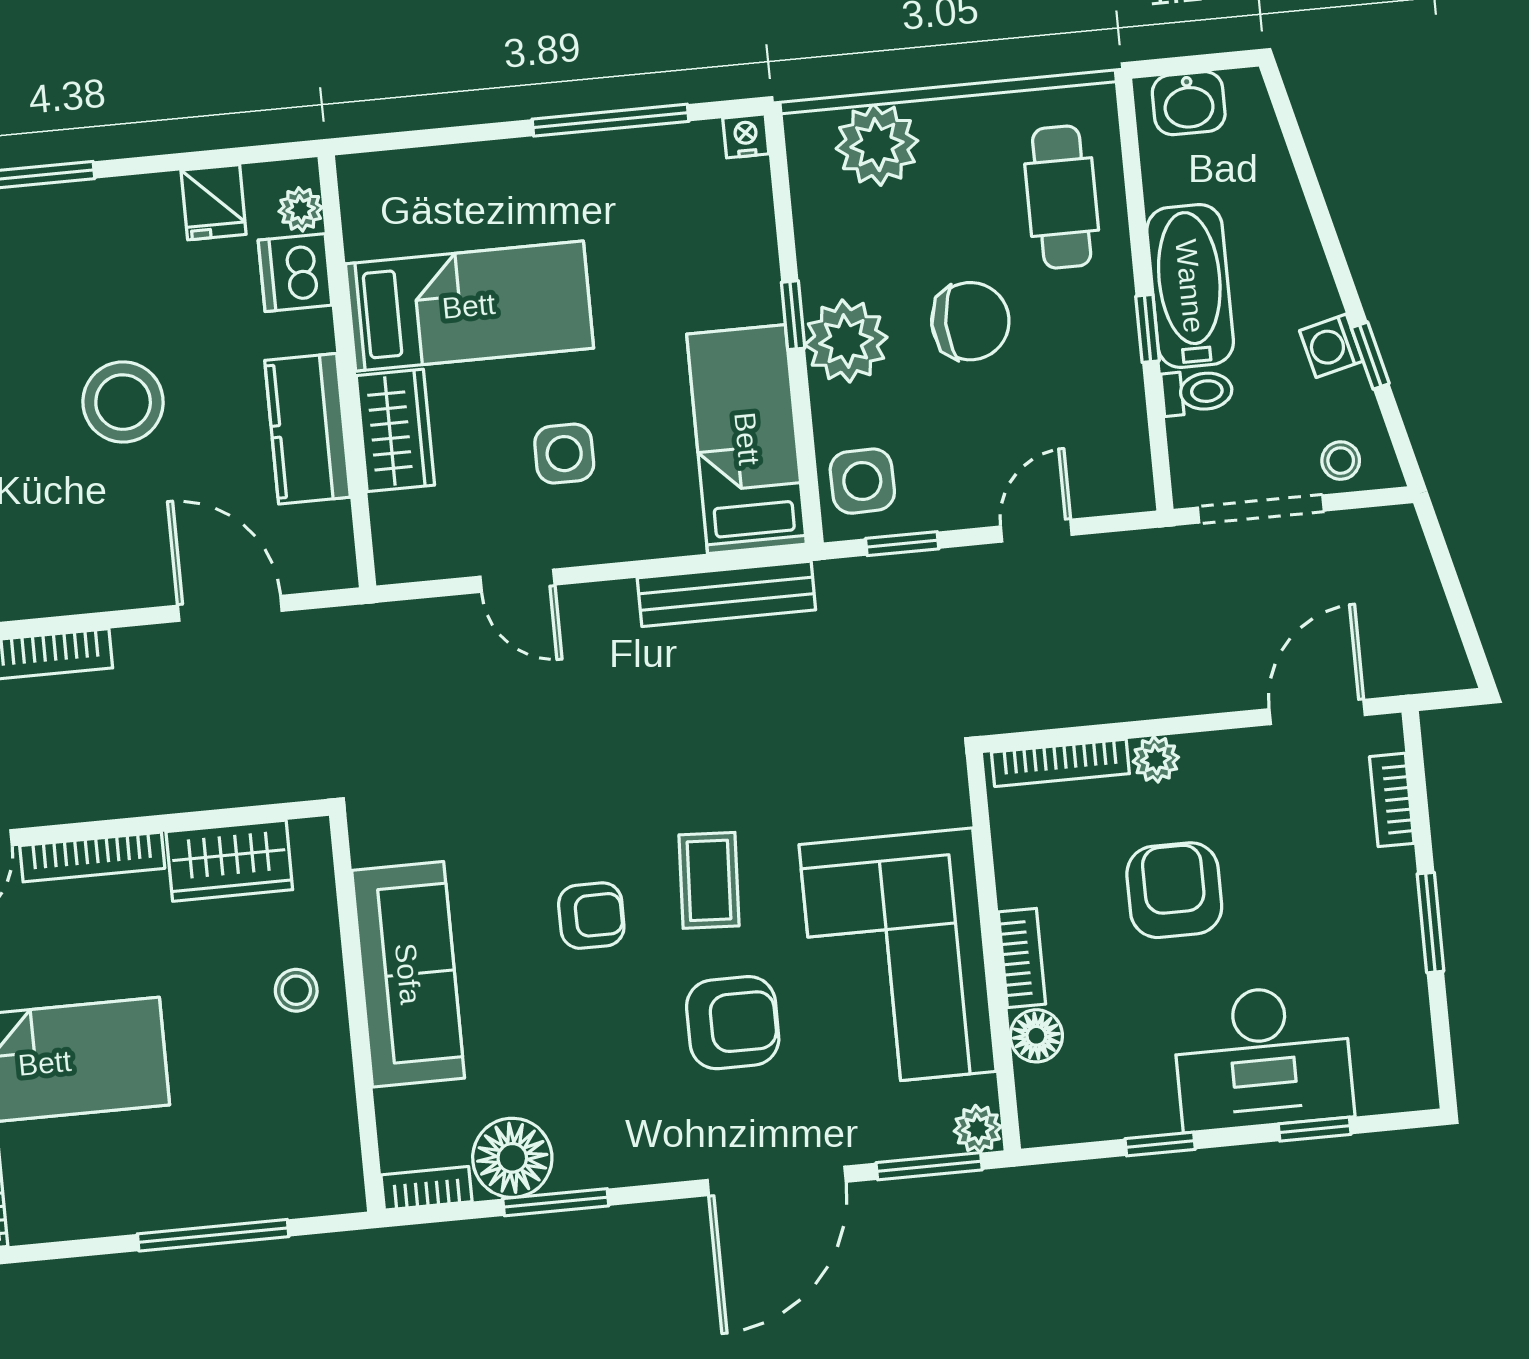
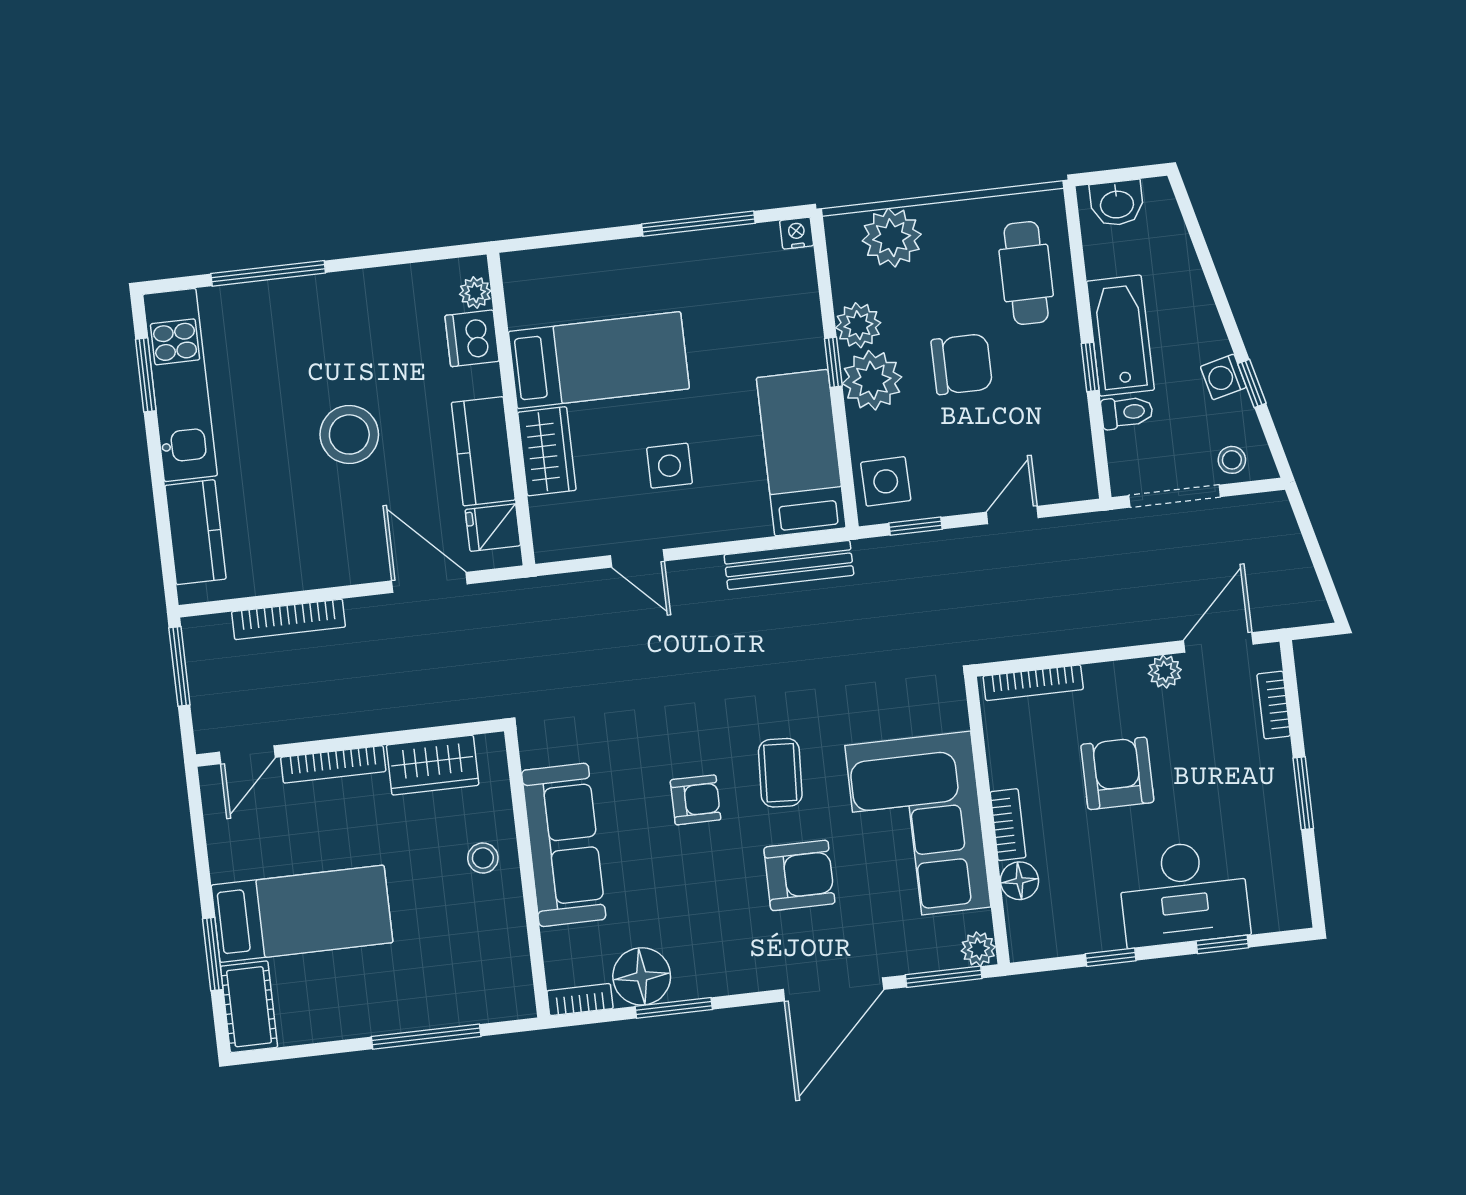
fridge: (214, 202) -> (493, 528), moved, turned 90
plant: (829, 265) -> (858, 325), added
plant: (1156, 759) -> (1165, 672), moved

